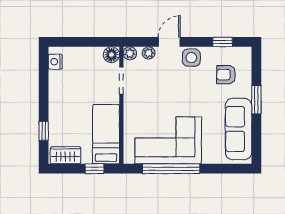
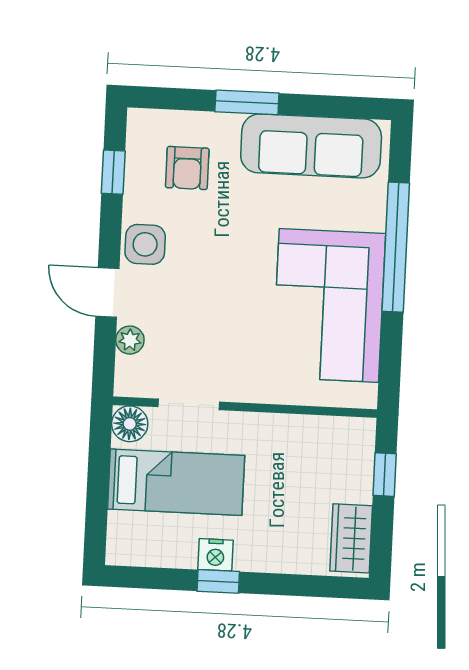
plant: (130, 53) -> (129, 382), removed
nightstand: (55, 62) -> (215, 555), moved
window: (44, 131) -> (218, 581), moved
bed: (106, 134) -> (176, 482), moved, turned 180
window: (171, 169) -> (396, 247), moved

